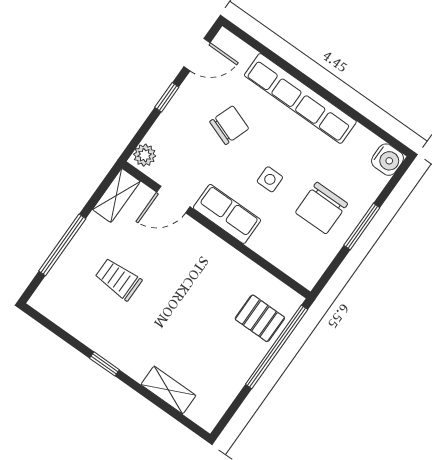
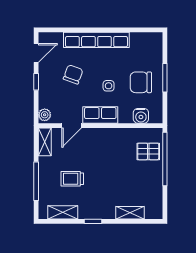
water cooler: (387, 160) -> (141, 116), moved, turned 90
chair: (321, 208) -> (141, 82), turned 90
shelving: (69, 319) -> (63, 212), added

